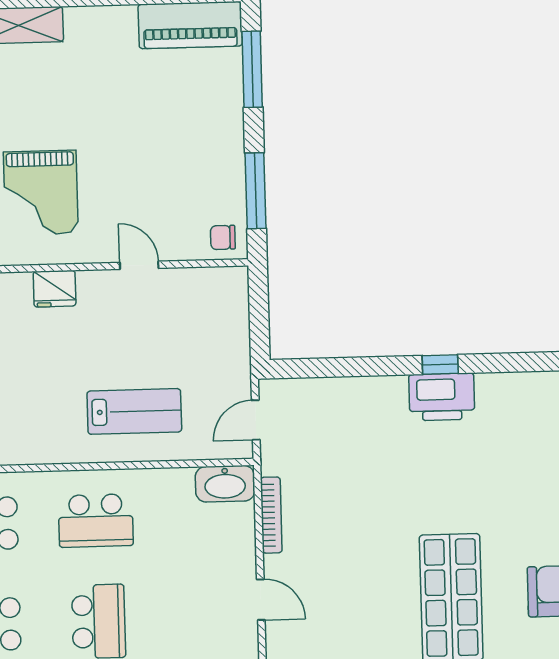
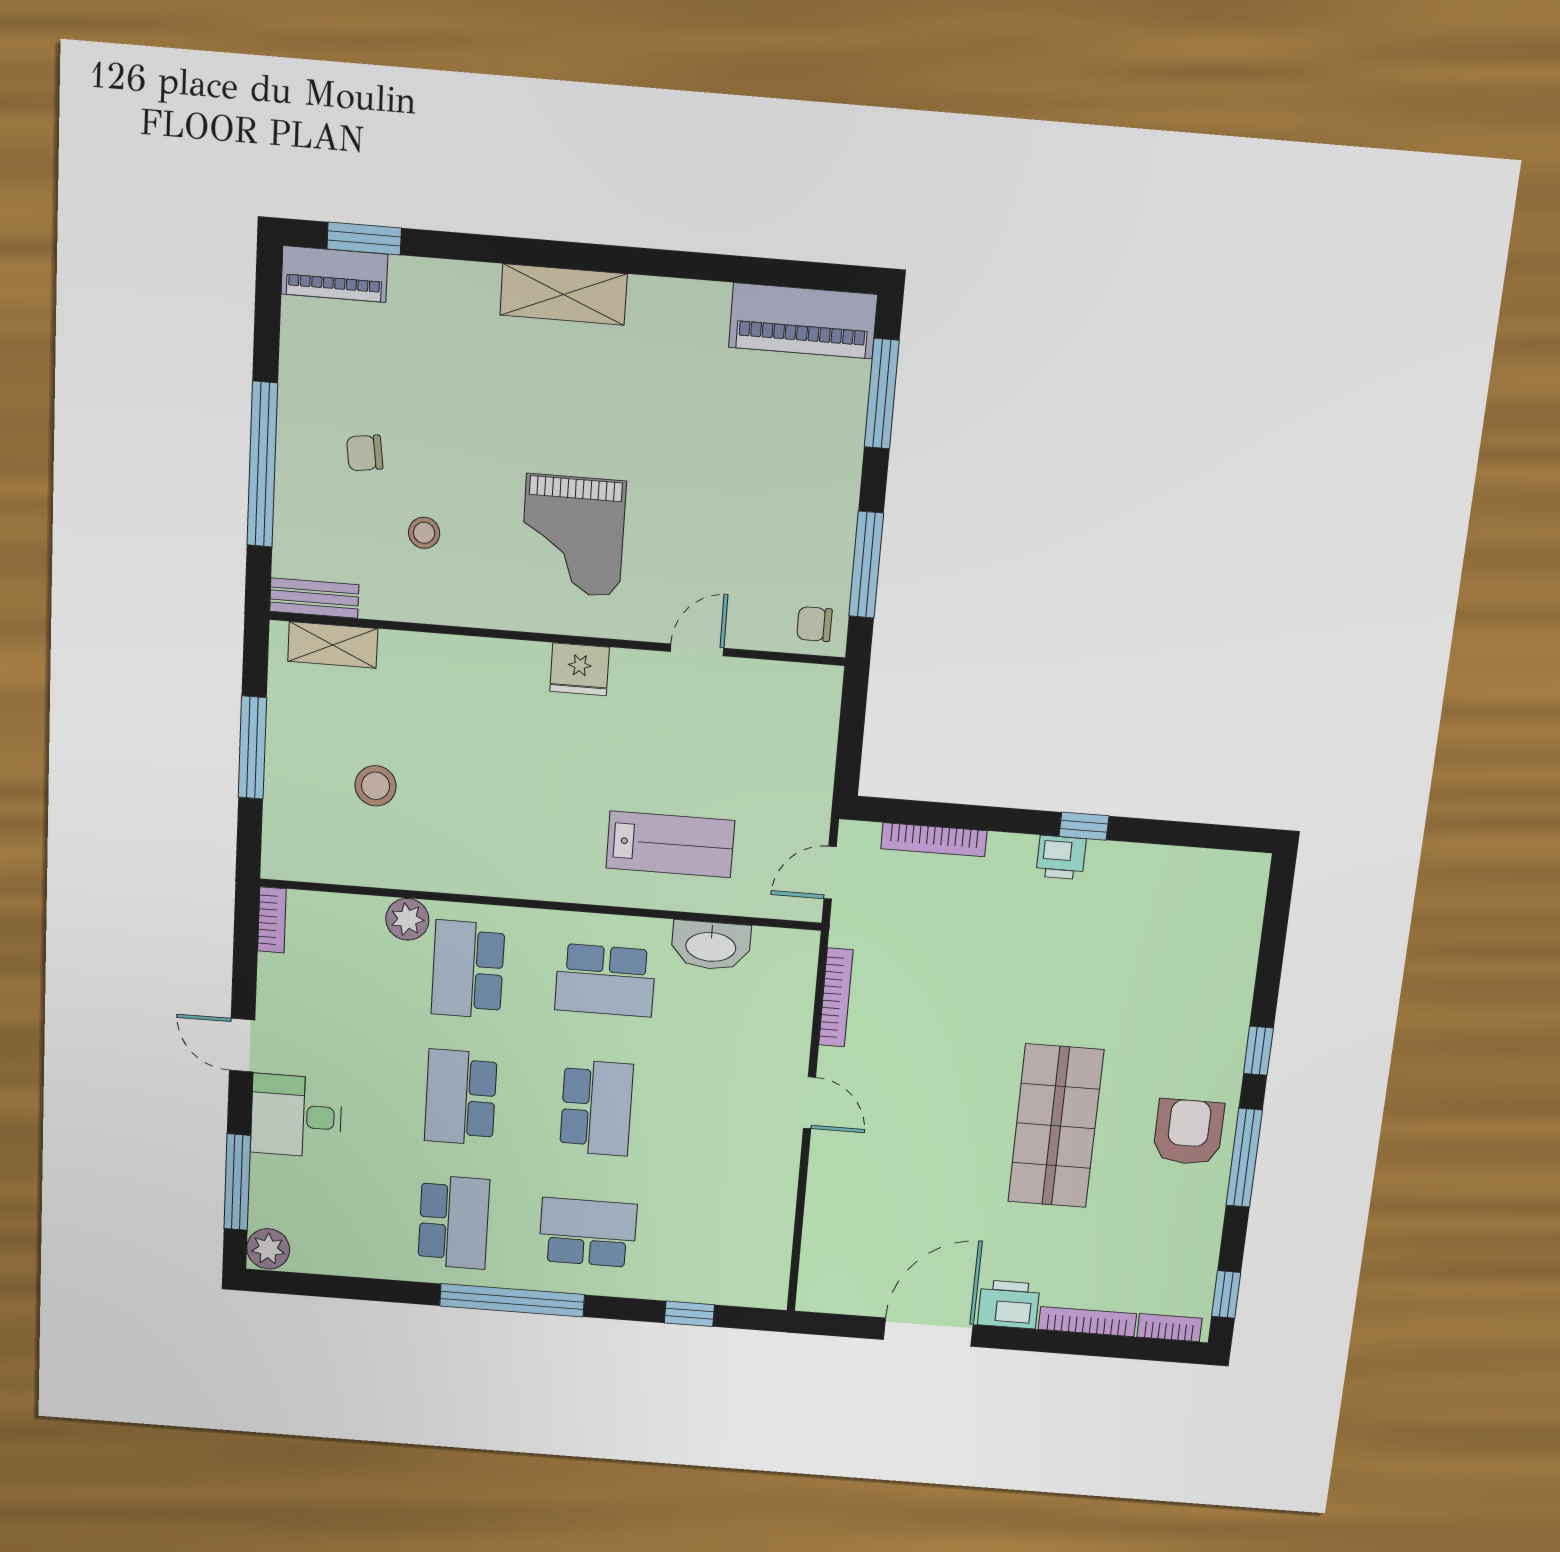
door: (139, 265) -> (697, 650), hinge flipped
bookcase: (330, 387) -> (934, 840), added
printer: (442, 397) -> (1061, 857), width x0.53, depth x0.68
washbasin: (225, 484) -> (711, 946), moved

